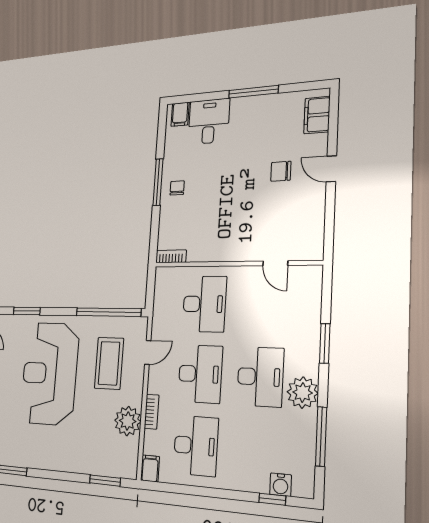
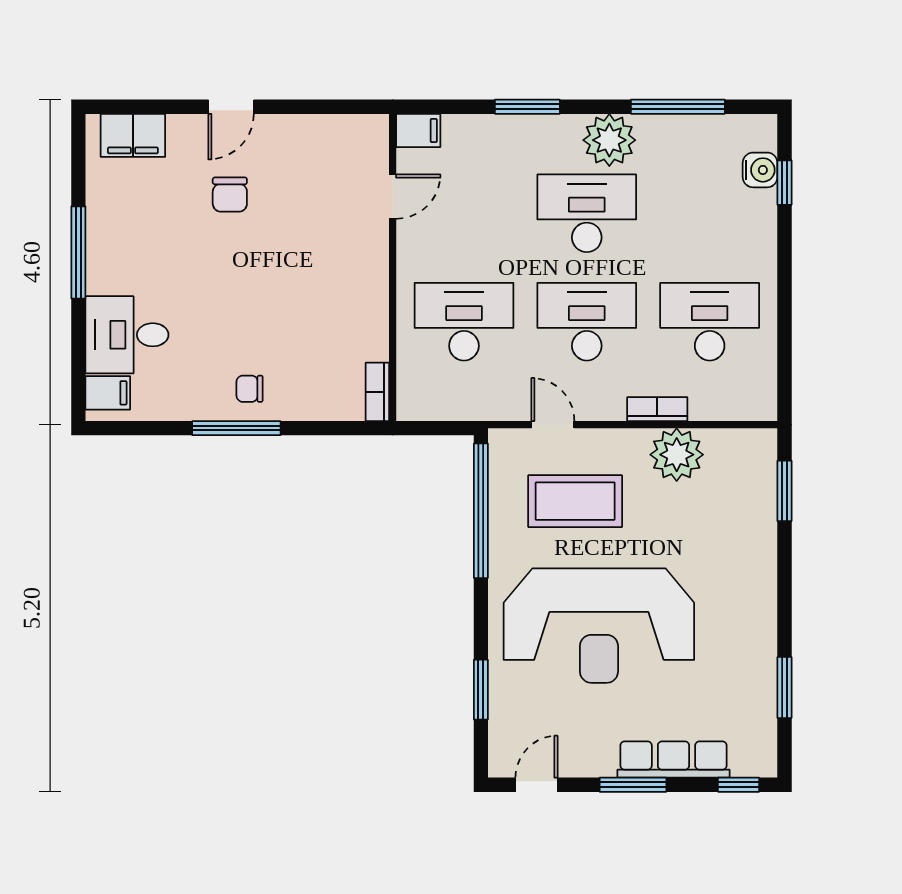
filing cabinet: (150, 468) -> (418, 130), moved, turned 180

